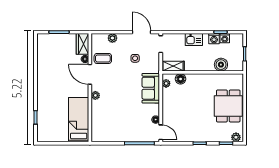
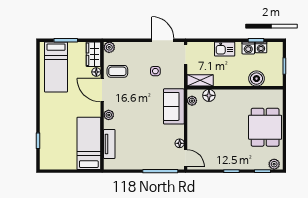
plant: (112, 38) -> (109, 47), moved
bed: (51, 55) -> (56, 67), added
tv unit: (96, 120) -> (109, 144), added

